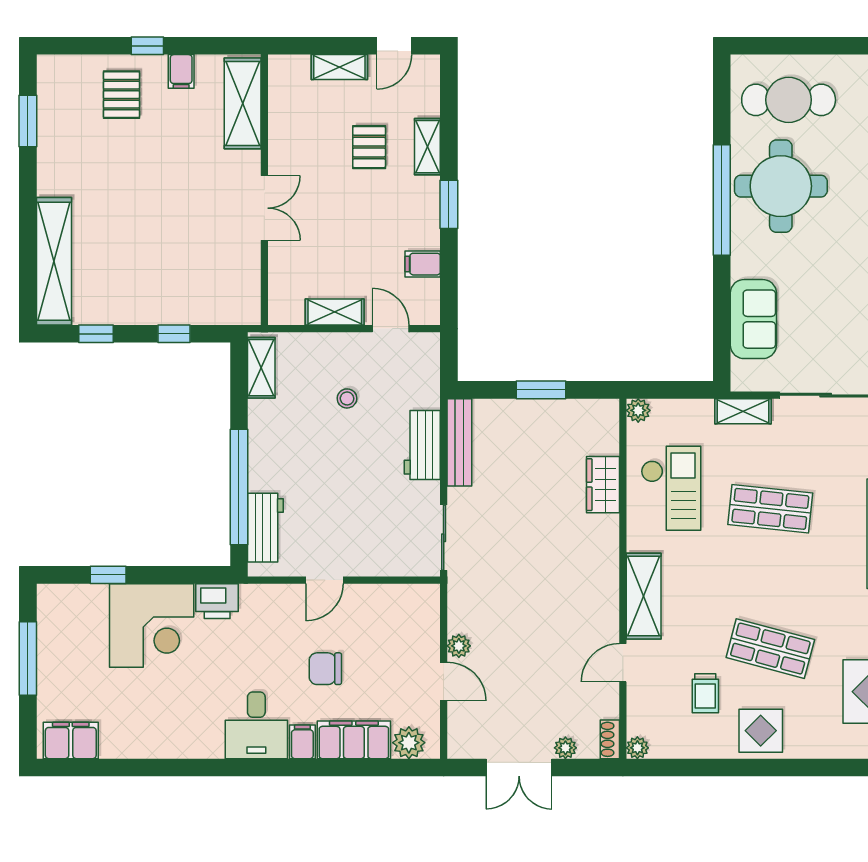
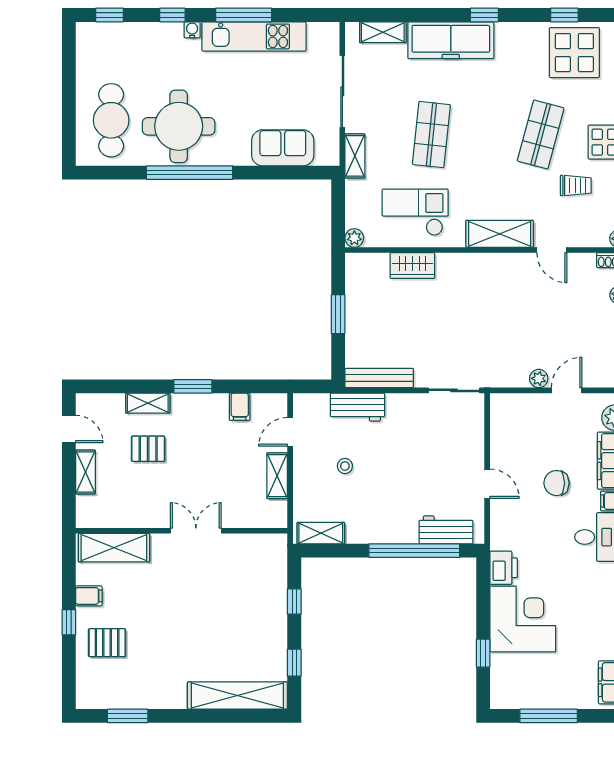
workbench: (422, 445) -> (357, 407), moved
chair: (325, 669) -> (556, 483), turned 90

